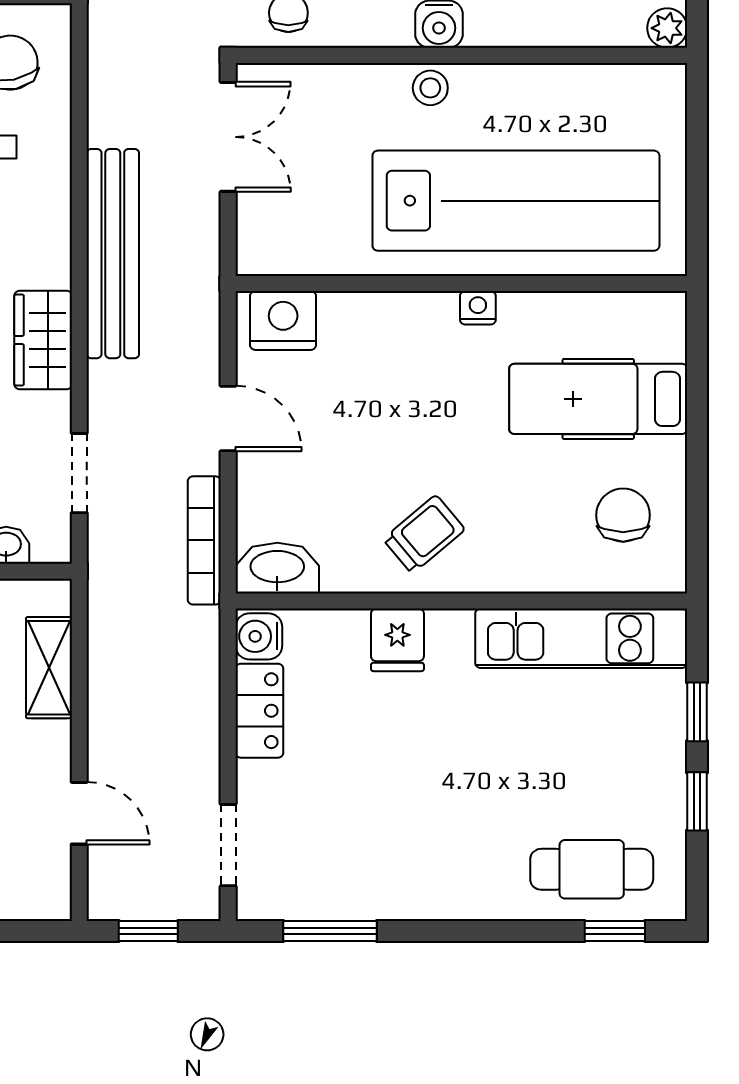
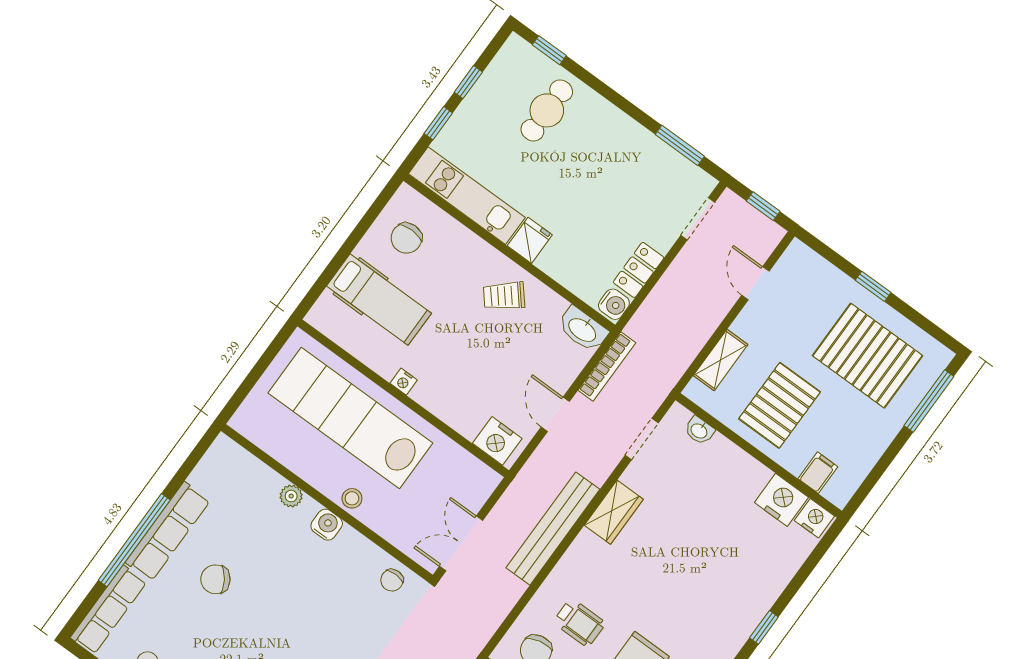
plant: (667, 28) -> (291, 496), moved
fridge: (397, 640) -> (530, 240), moved
cafe table: (592, 869) -> (547, 110), moved, turned 90

